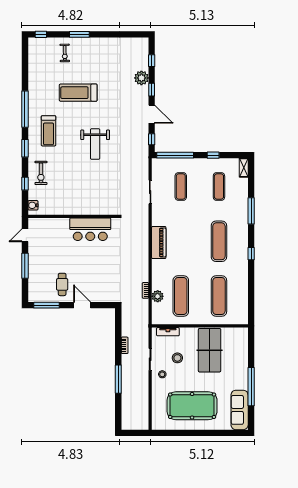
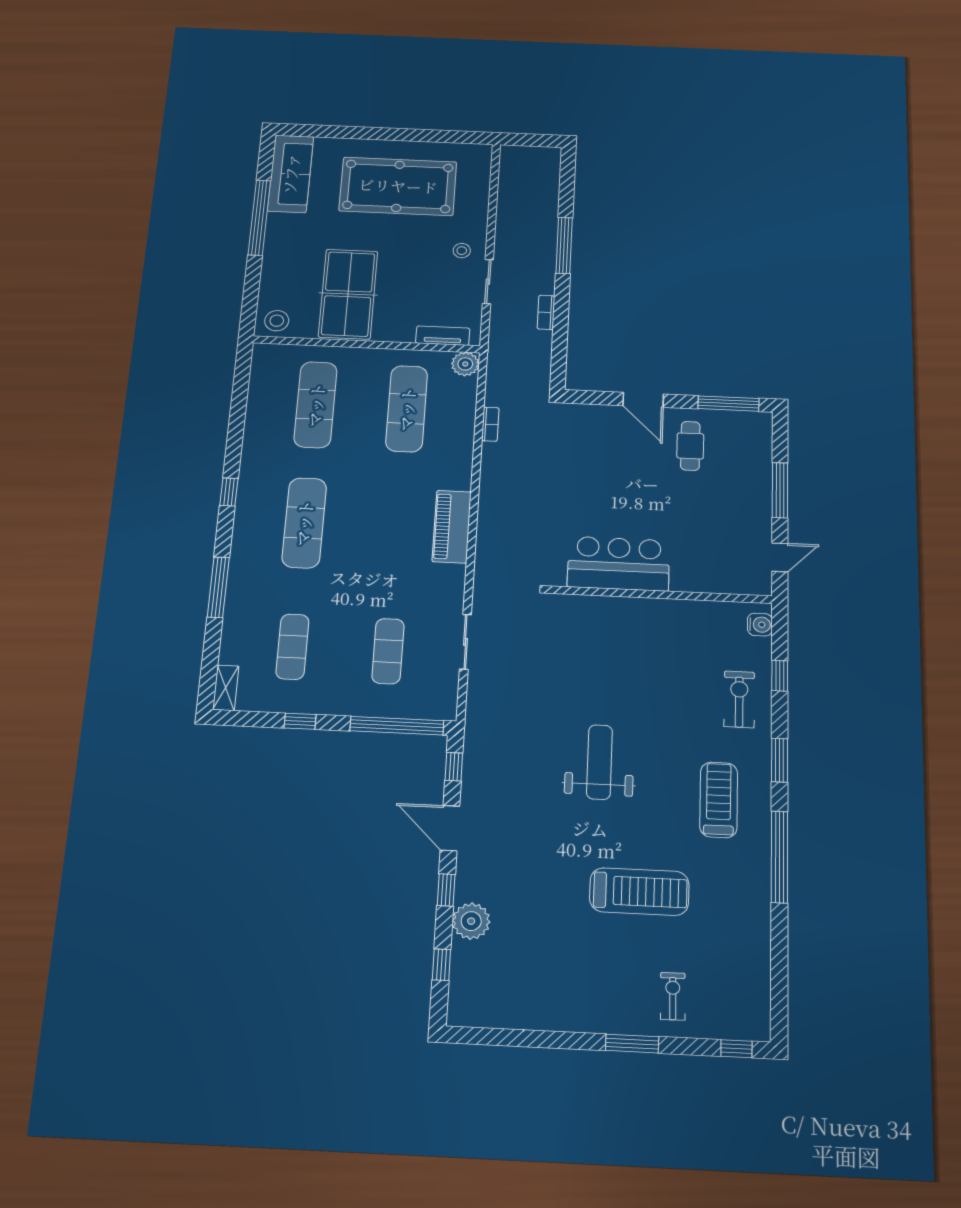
plant: (158, 296) -> (465, 364), moved
stool: (177, 358) -> (277, 321), moved

